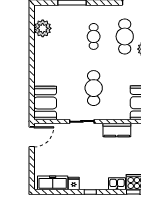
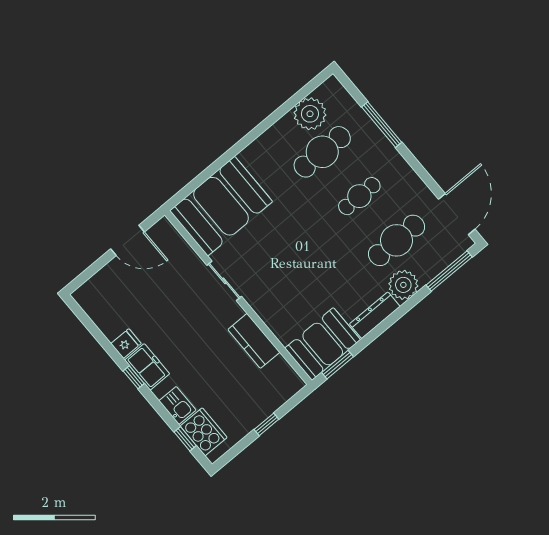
cafe table: (94, 88) -> (322, 152), moved
booth: (45, 103) -> (221, 206), width x1.36, depth x1.42
door: (32, 137) -> (128, 240), moved
freezer: (53, 183) -> (147, 367), moved, width x0.71

